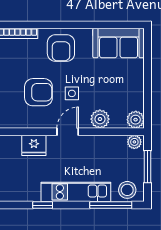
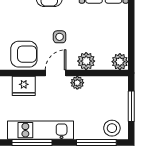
armchair: (38, 92) -> (24, 54), moved
plant: (134, 142) -> (77, 83), moved
kitchen unit: (76, 192) -> (40, 130), moved
window: (43, 205) -> (32, 142), width x2.17

